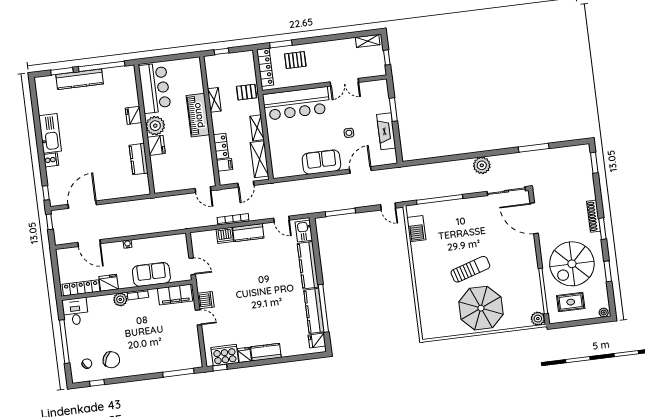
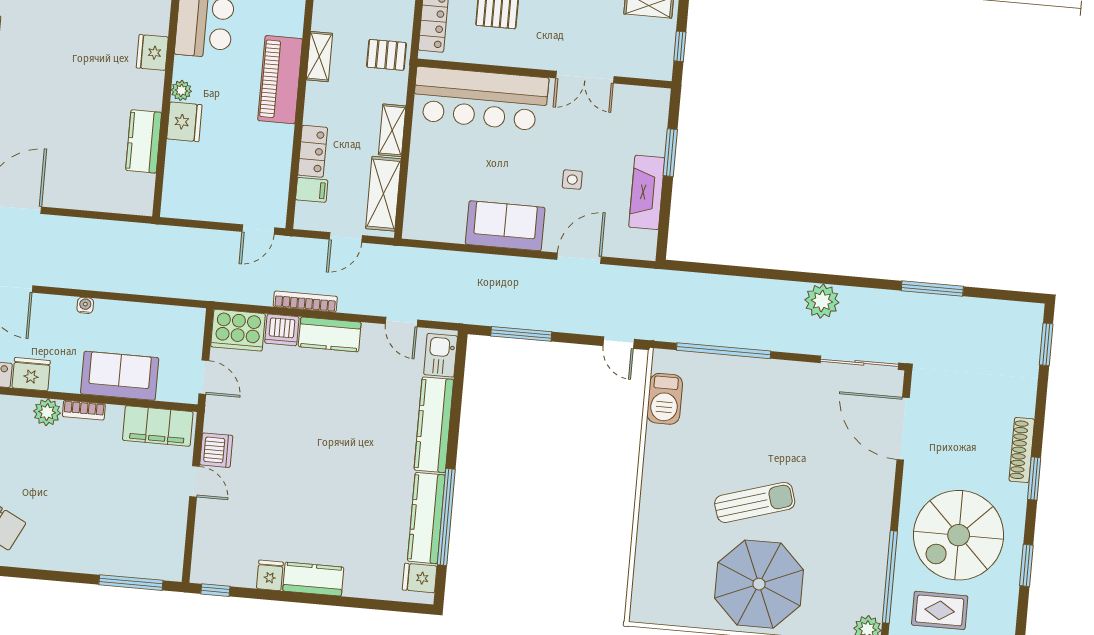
plant: (155, 126) -> (181, 90), width x0.53, depth x0.53
door: (203, 190) -> (258, 230), hinge flipped
cooker: (225, 355) -> (238, 330), moved, turned 180

